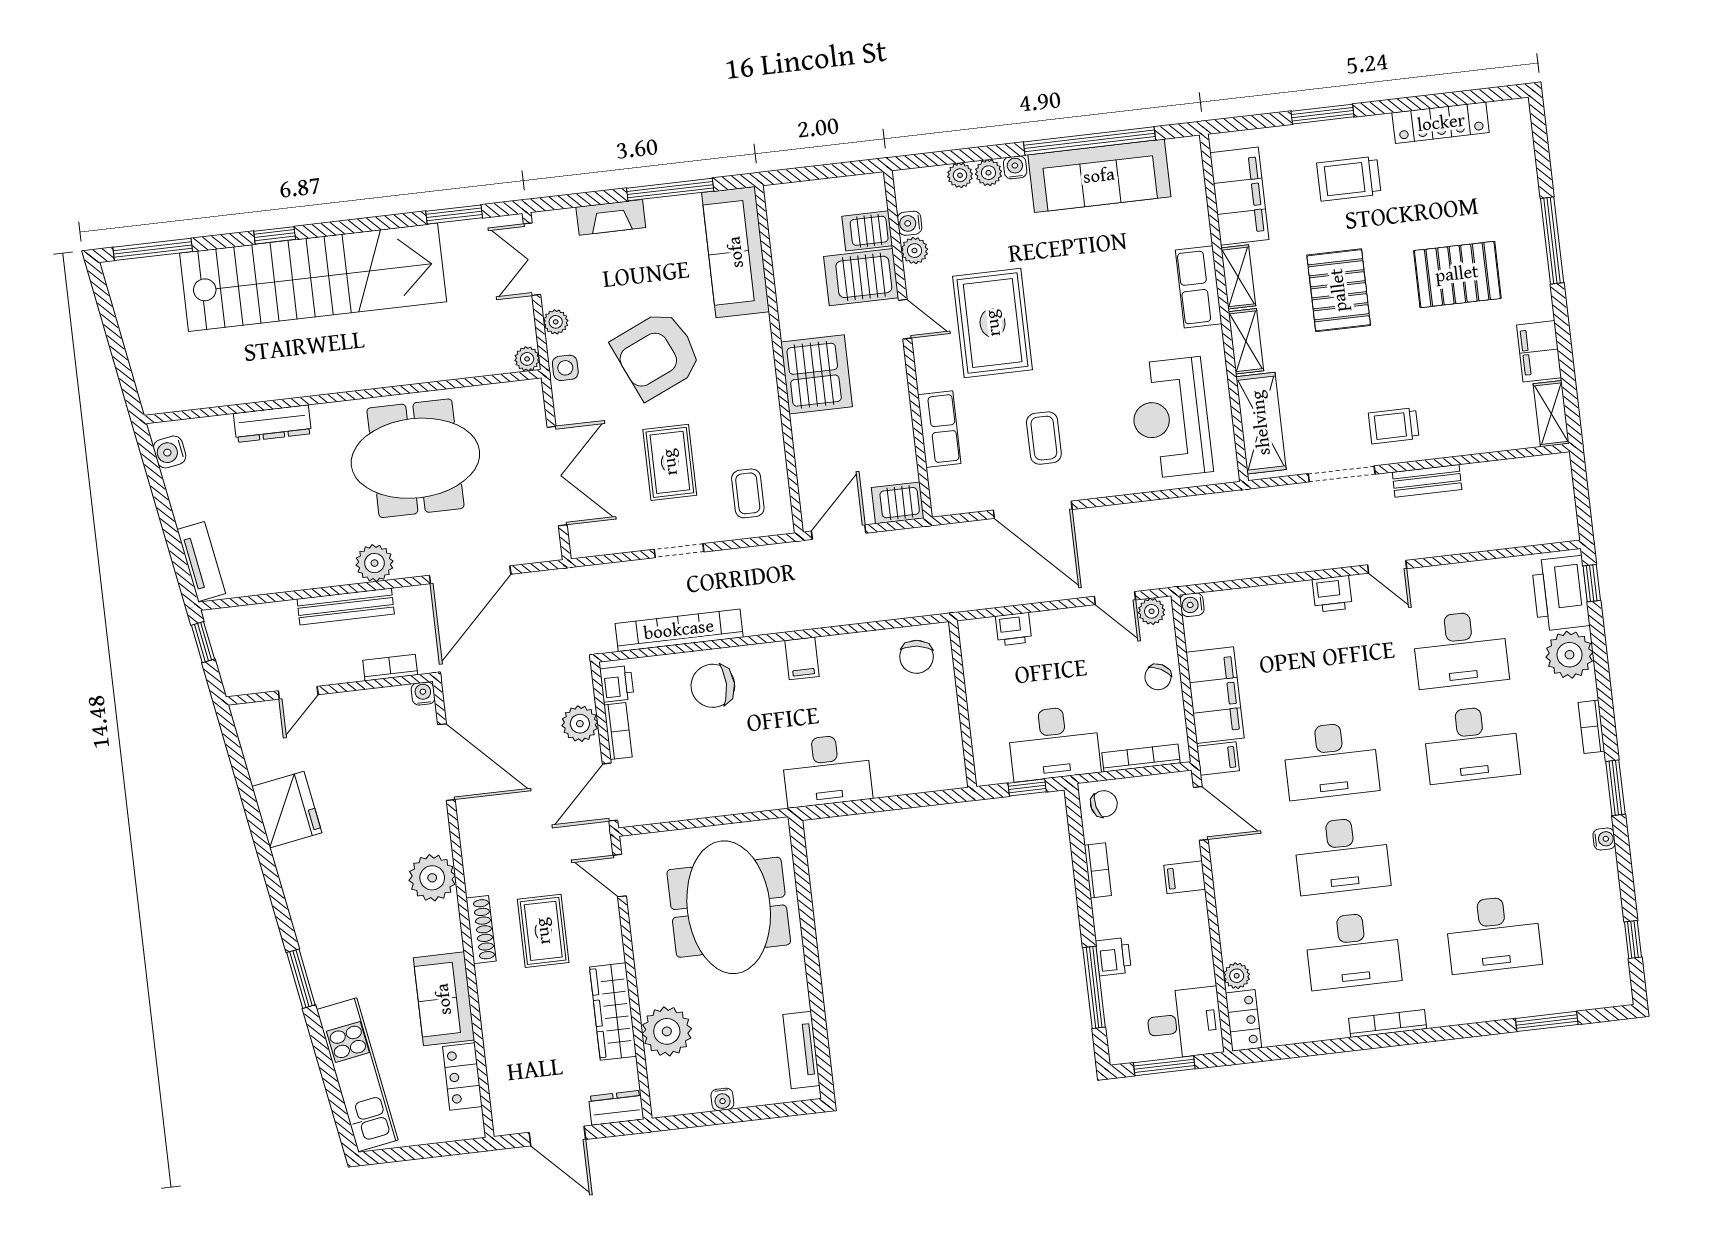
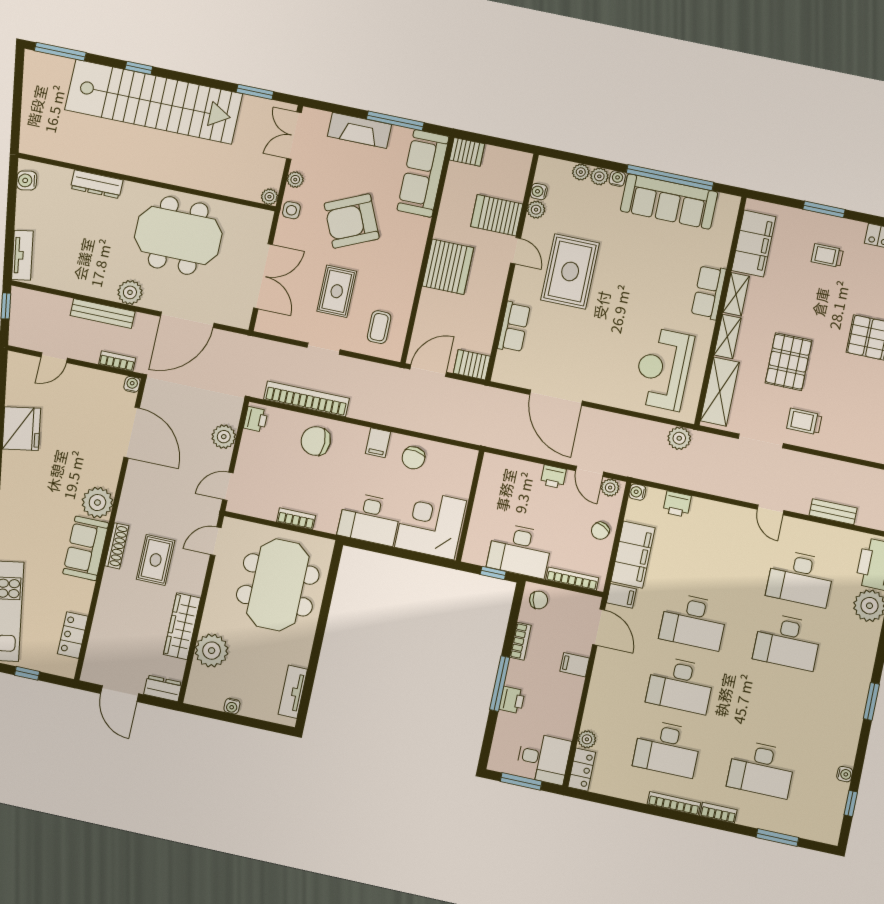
trolley: (1349, 179) -> (827, 256), width x0.73, depth x0.72
fireplace: (611, 217) -> (359, 130), width x1.37, depth x1.32
server rack: (867, 231) -> (467, 152), moved, turned 180
pallet: (1339, 290) -> (789, 362), moved
coffee table: (1044, 438) -> (578, 355), removed
bench: (1427, 481) -> (833, 512), moved
plant: (1226, 509) -> (679, 438), added
printer: (1332, 594) -> (677, 504), moved
printer: (1014, 629) -> (553, 477), moved
chair: (917, 657) -> (413, 458), moved
bookcase: (1591, 727) -> (718, 813), moved, turned 90
bookcase: (618, 731) -> (296, 519), moved, turned -90
corner desk: (915, 748) -> (431, 524), added
door: (610, 792) -> (228, 486), width x0.73
water cooler: (1604, 839) -> (845, 774), moved
door: (620, 876) -> (216, 541), hinge flipped
window: (1094, 987) -> (500, 684), moved
sofa: (444, 999) -> (86, 548), moved
window: (416, 1152) -> (27, 673), added

